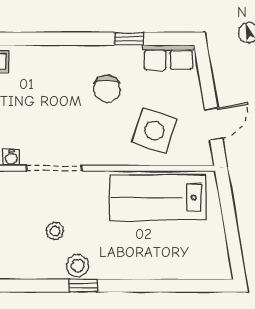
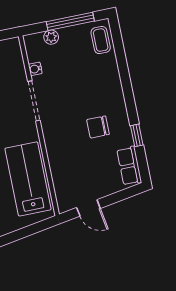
side table: (154, 131) -> (75, 167), removed

